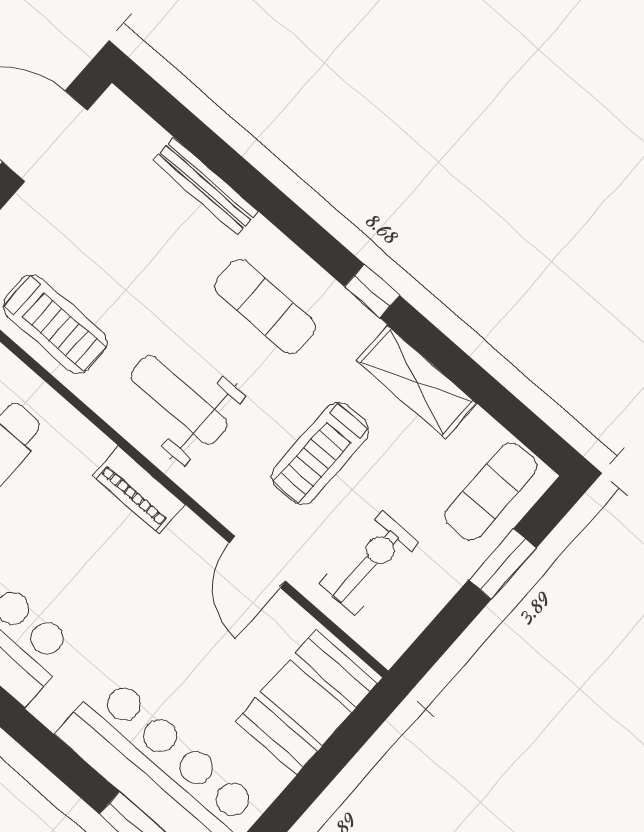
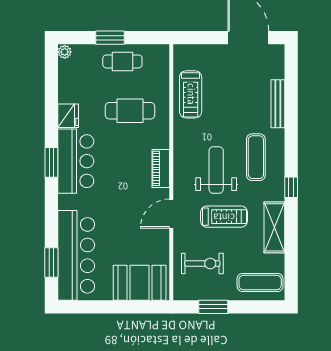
weight bench: (179, 400) -> (216, 170), moved
treadmill: (320, 453) -> (224, 217), turned 180
door: (258, 562) -> (171, 214), moved
window: (502, 564) -> (213, 307), moved

